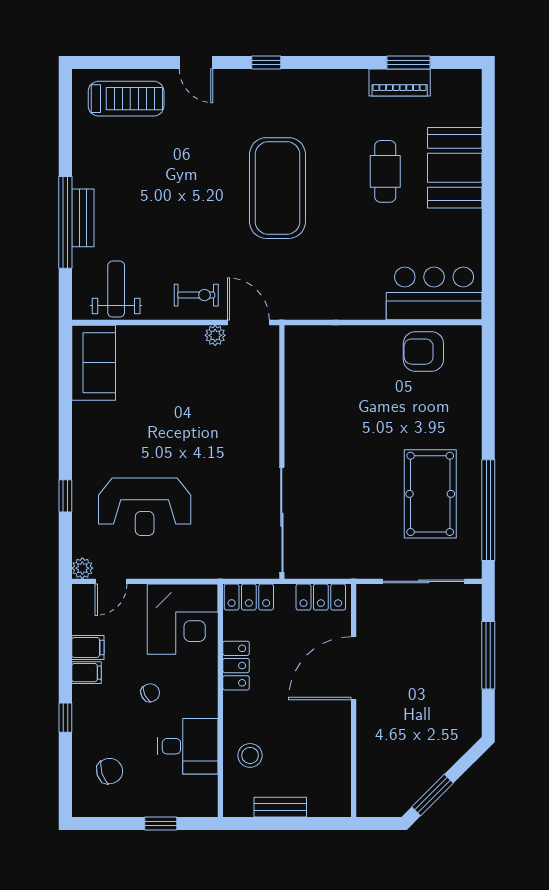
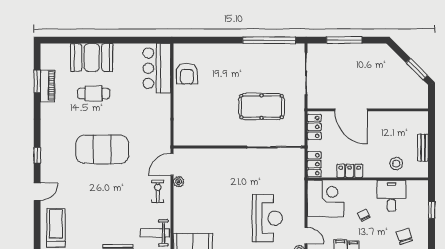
pool table: (430, 494) -> (262, 107), moved

